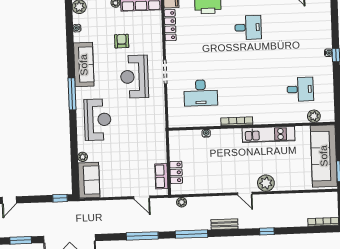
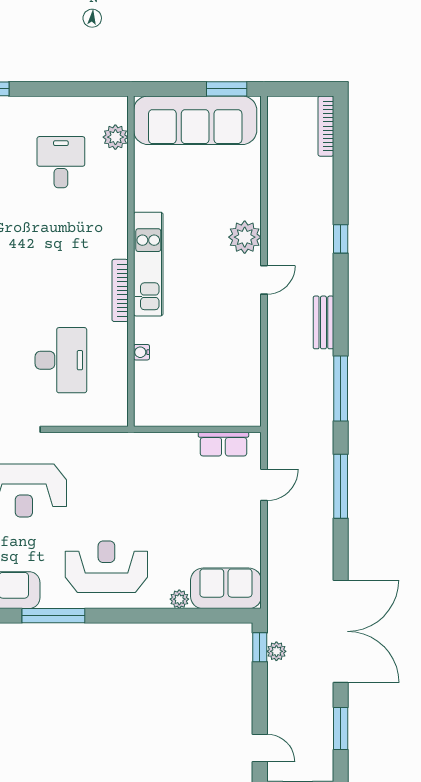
kitchen unit: (268, 134) -> (148, 264), moved
locker: (176, 172) -> (217, 415), removed
plant: (182, 202) -> (276, 651), moved

